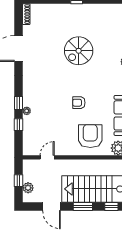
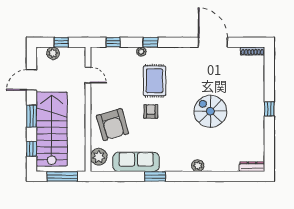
rug: (52, 99) -> (155, 81), added
window: (19, 125) -> (113, 42), moved
armchair: (90, 136) -> (112, 125), turned 74

